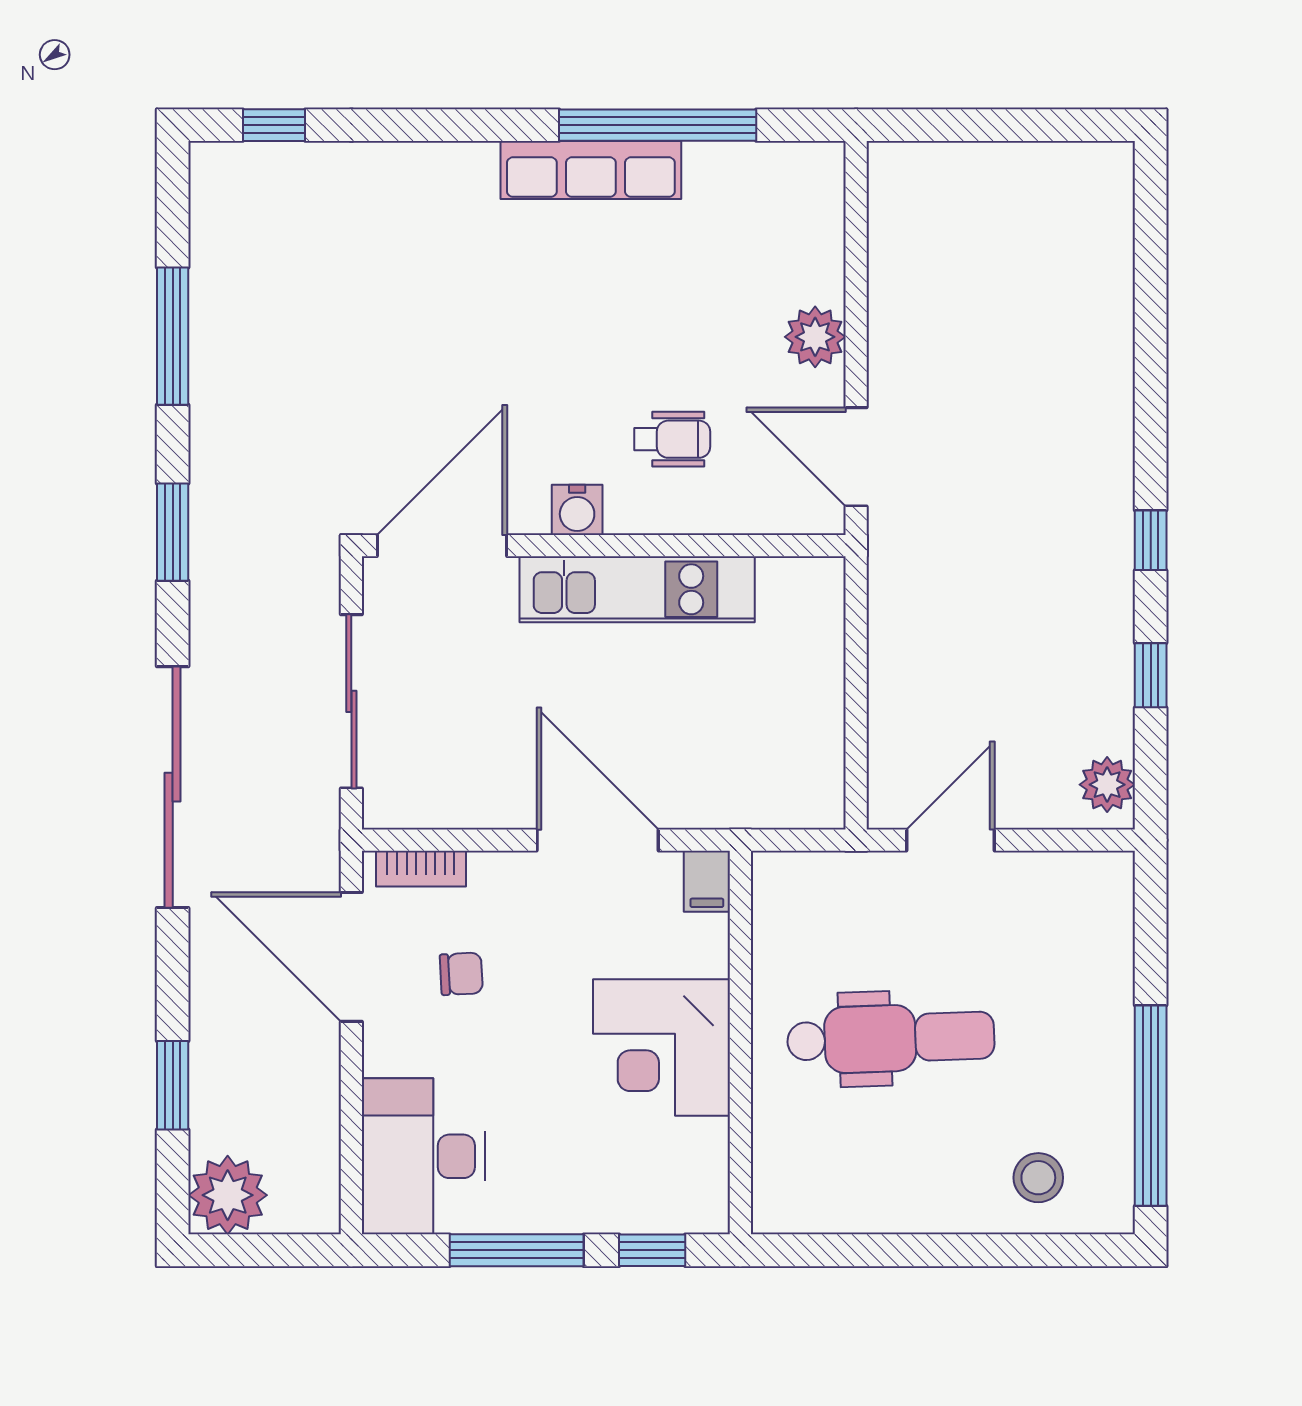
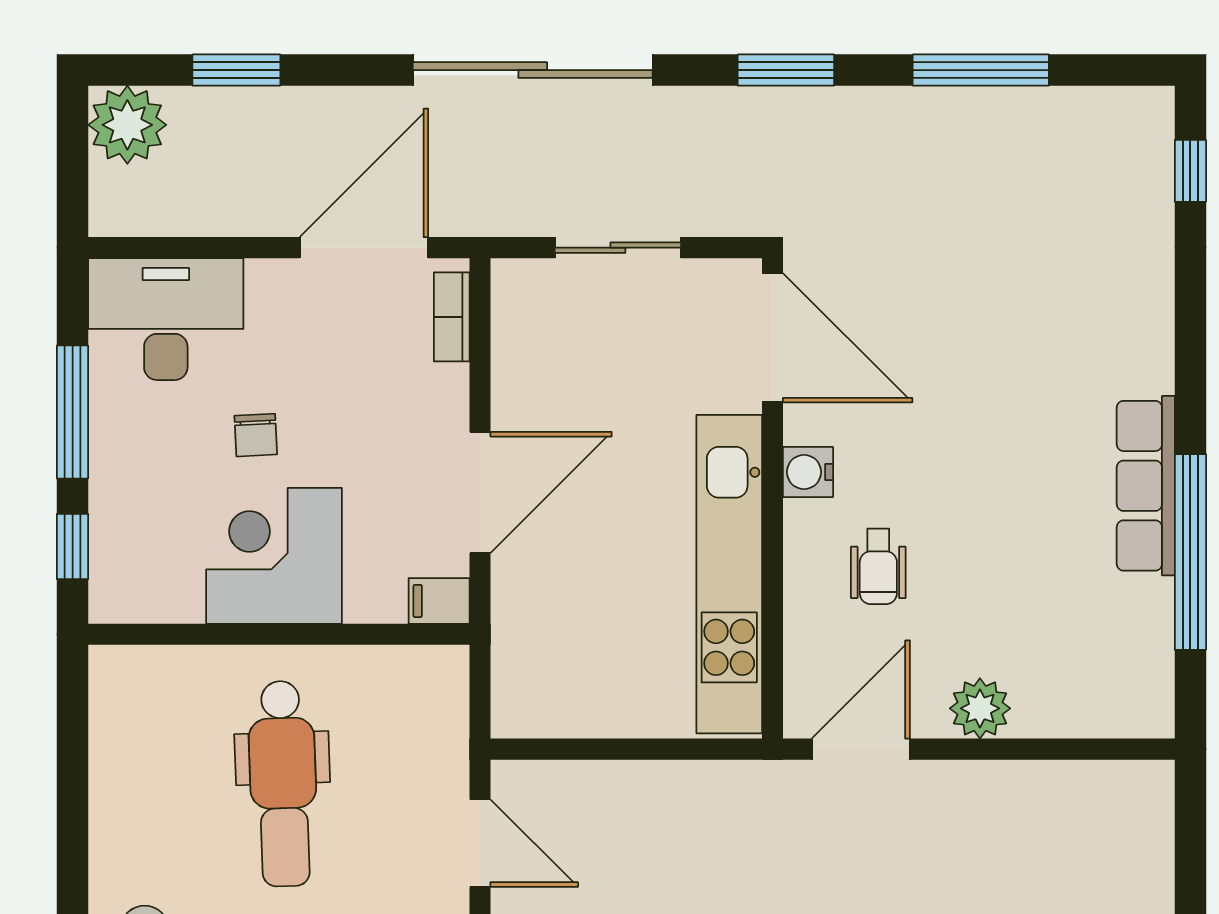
kitchen unit: (637, 589) -> (729, 574), width x1.36
sliding door: (351, 701) -> (618, 248), width x0.73
chair: (461, 974) -> (256, 435), moved

